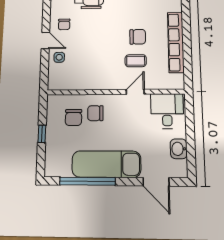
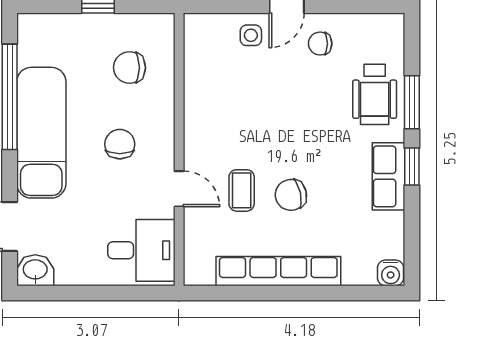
chair: (138, 37) -> (291, 195), turned 77
chair: (95, 113) -> (120, 144), moved
washbasin: (179, 149) -> (35, 270), moved

